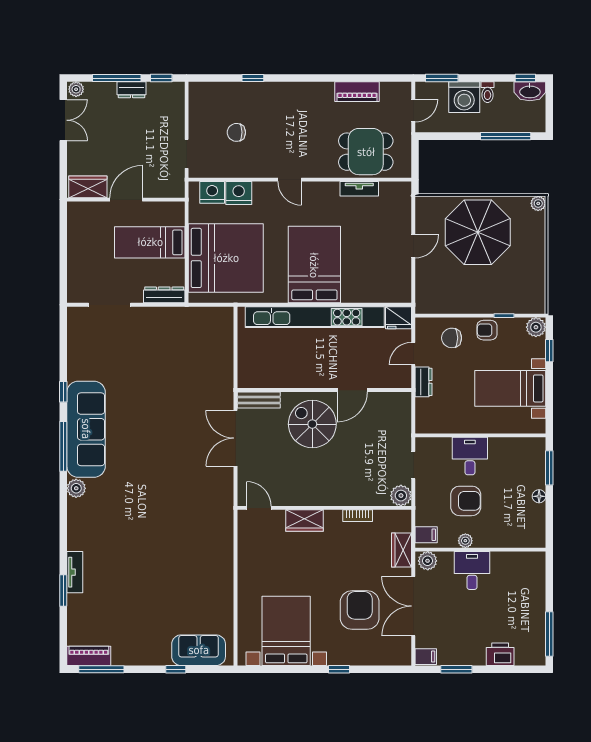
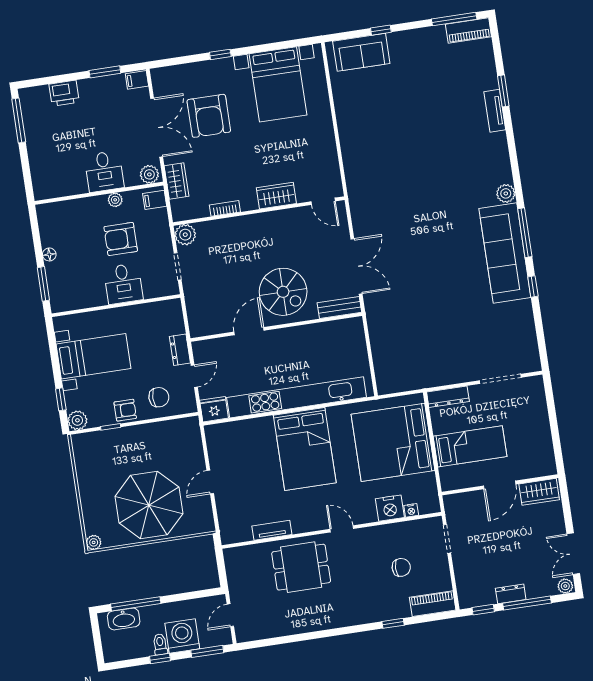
window: (525, 78) -> (160, 659), moved
washbasin: (530, 91) -> (124, 619), moved, turned 180
piano: (357, 92) -> (433, 604), moved
dining table: (366, 152) -> (301, 567), moved
nightstand: (212, 192) -> (411, 510), width x0.53, depth x0.56

